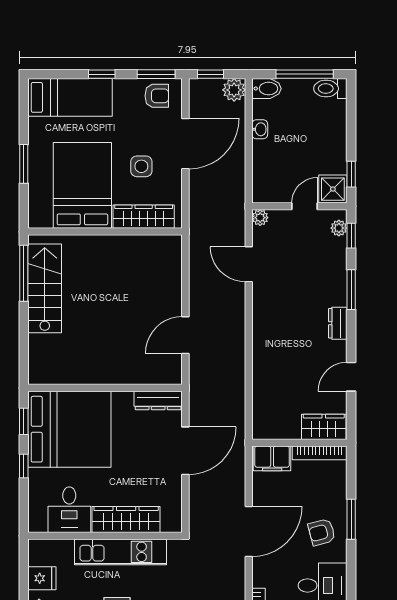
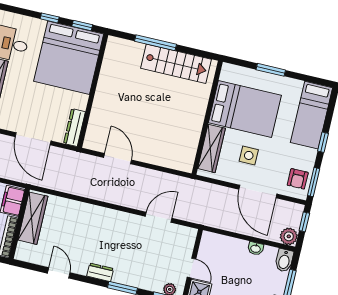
plant: (260, 218) -> (191, 234), removed
window: (24, 273) -> (156, 43), moved
wardrobe: (324, 427) -> (33, 218), moved, width x1.50

